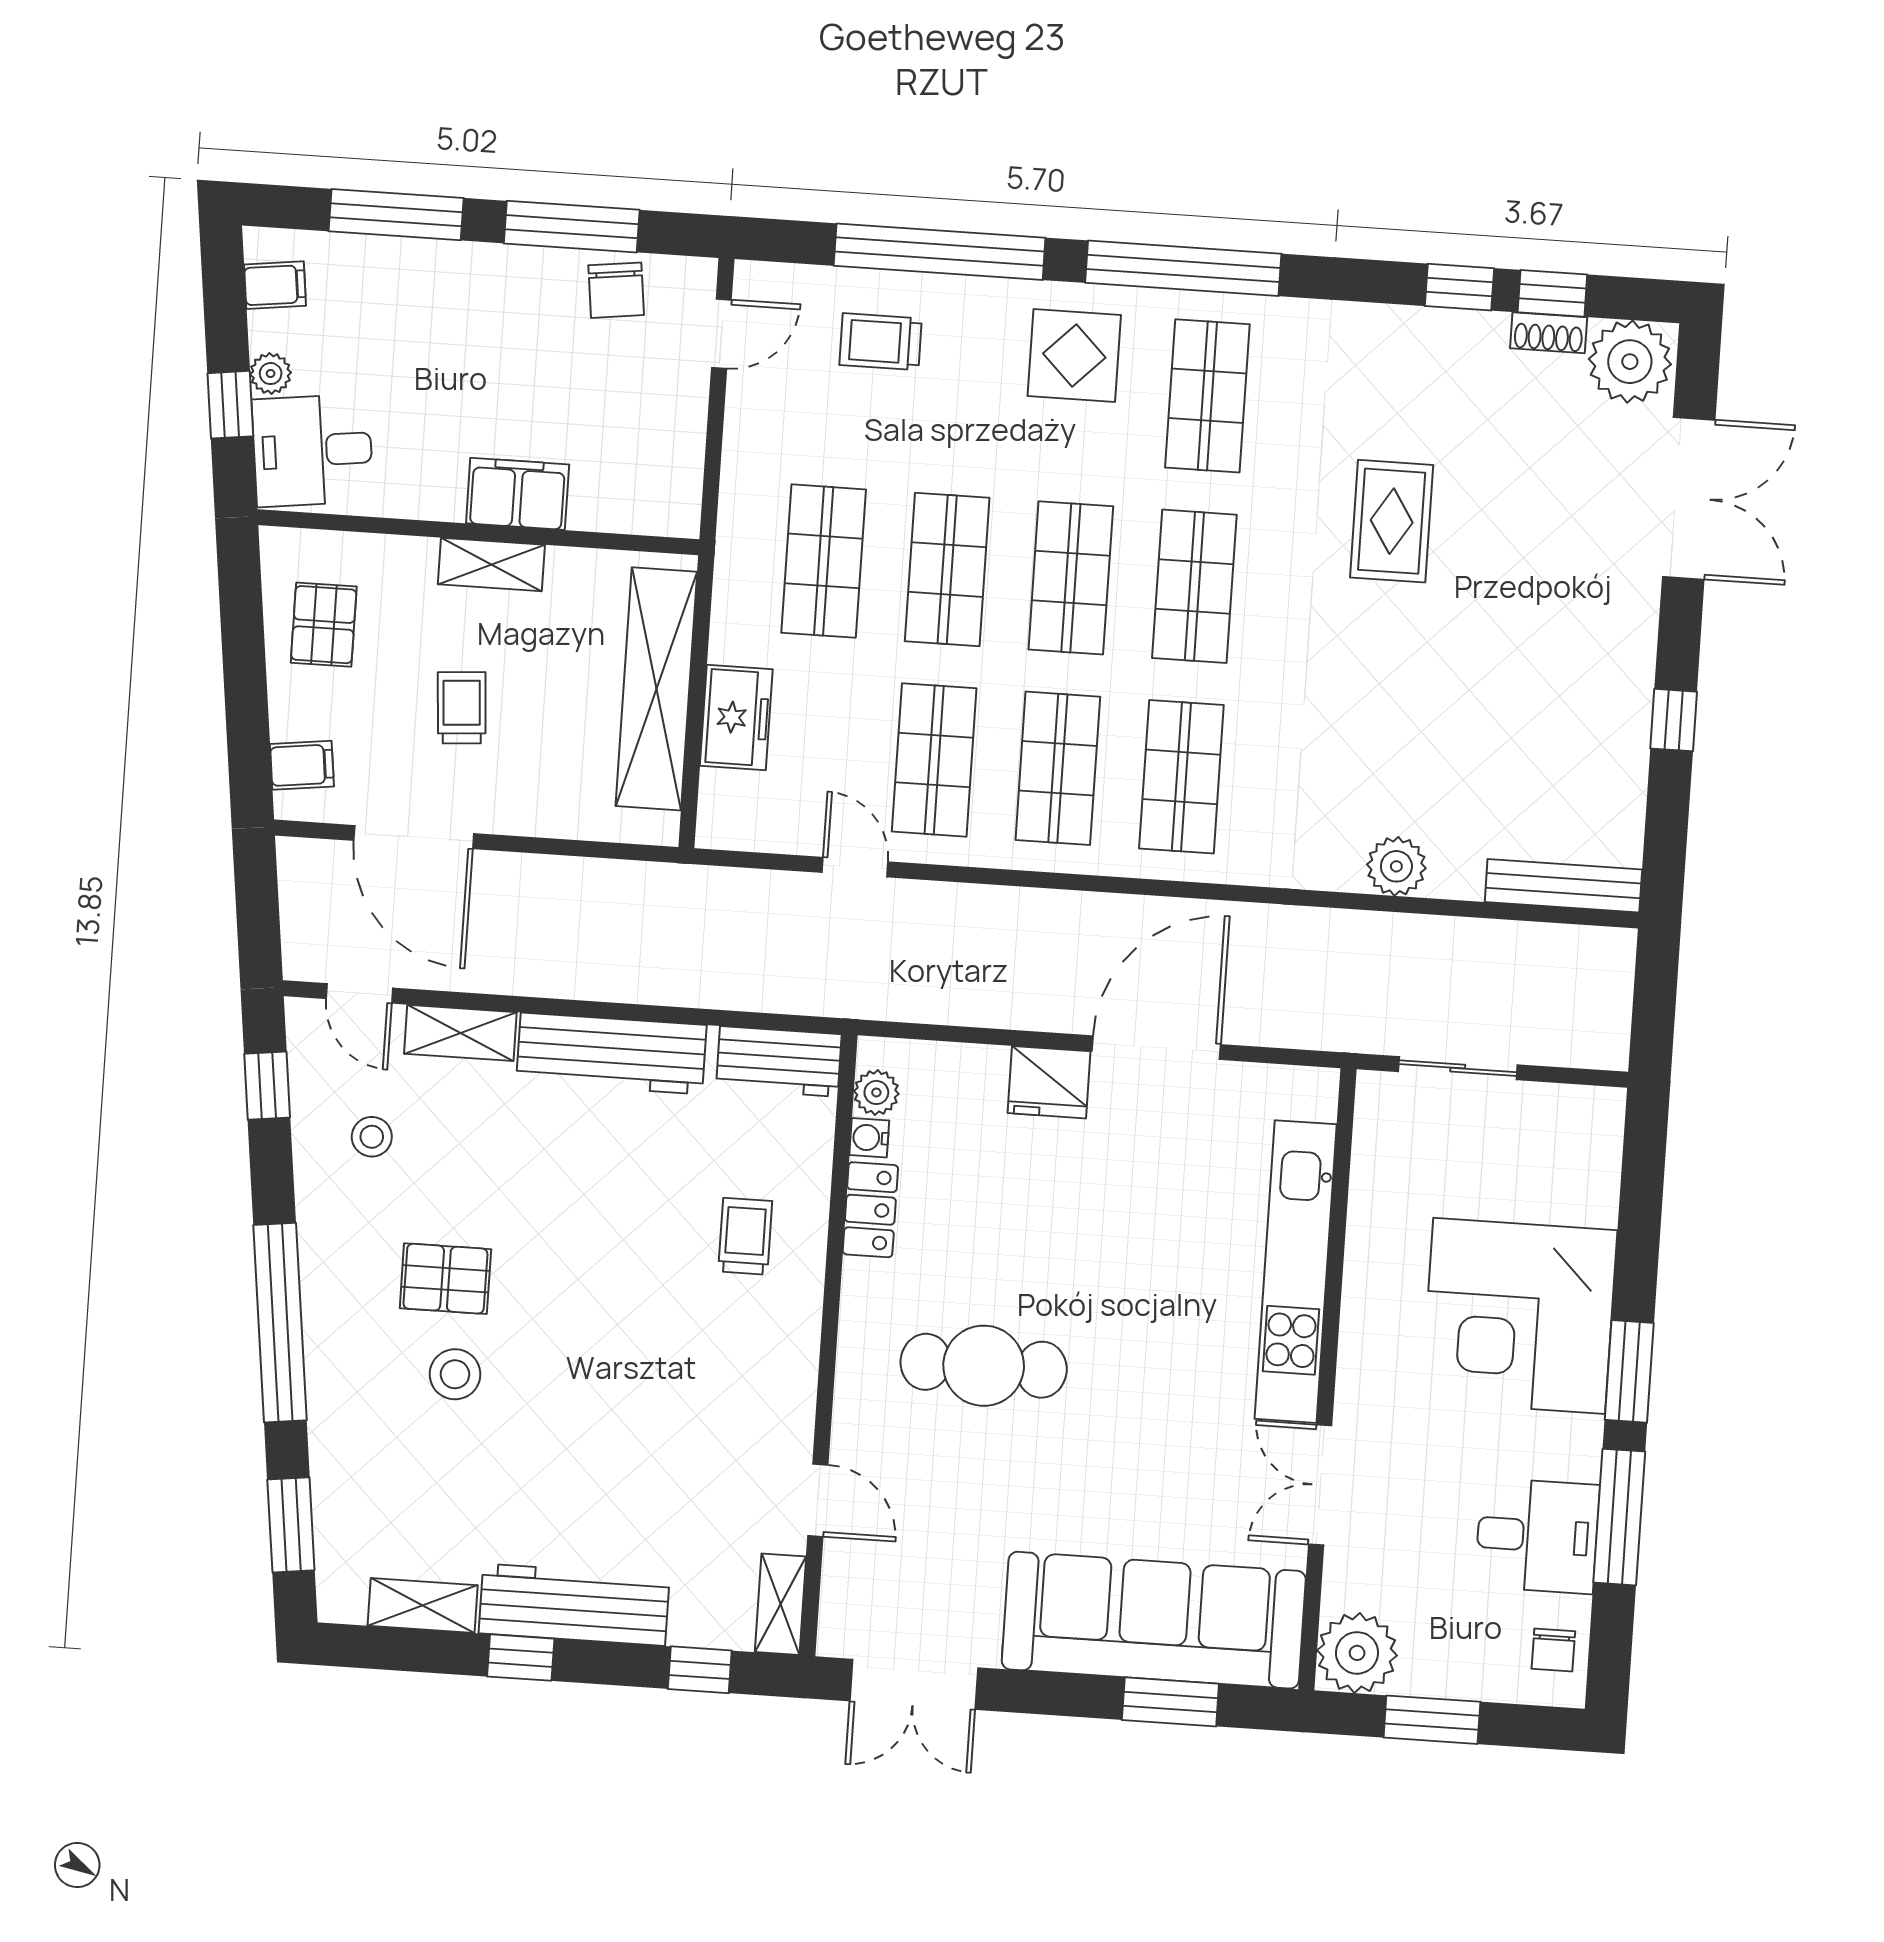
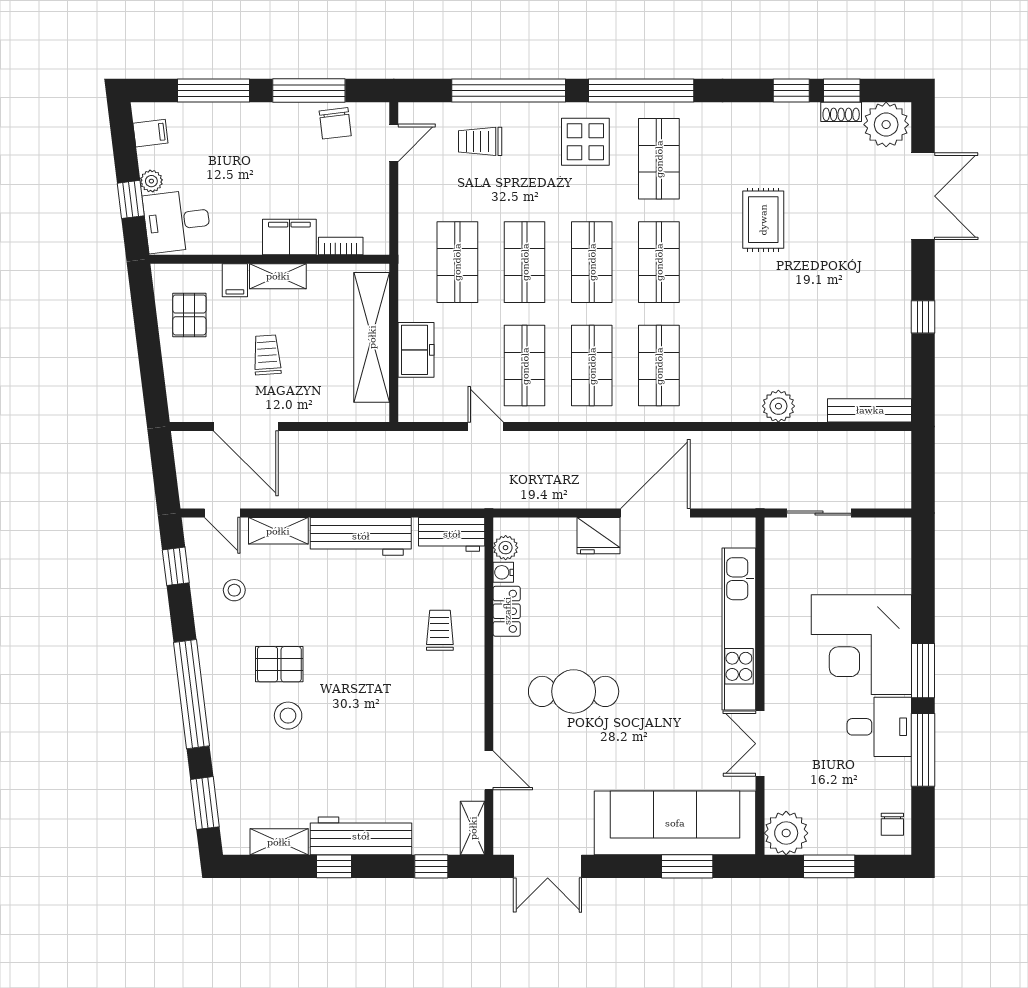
bookcase: (611, 517) -> (341, 246), added
filing cabinet: (302, 765) -> (235, 280), moved, turned 97
desk: (1537, 1536) -> (879, 727), moved

